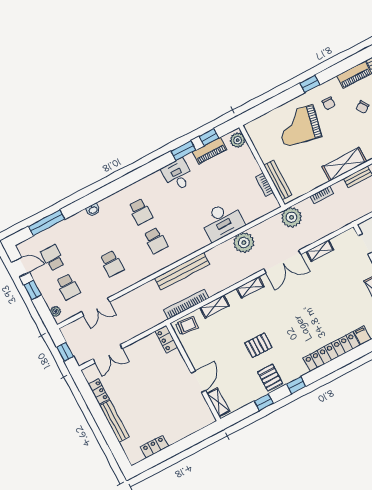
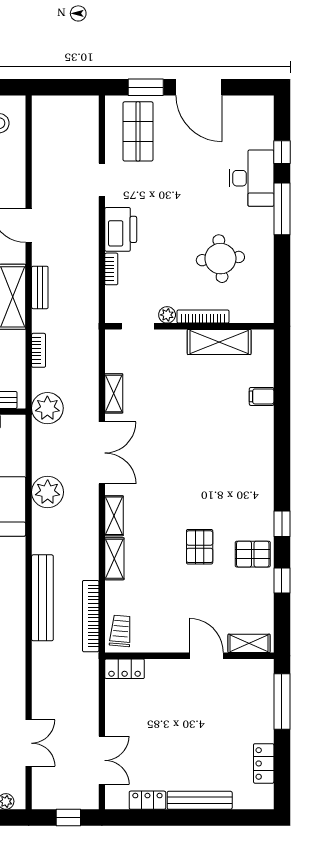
shelving: (214, 307) -> (114, 559), moved
locker: (331, 352) -> (261, 451), removed
window: (195, 438) -> (282, 702), added

